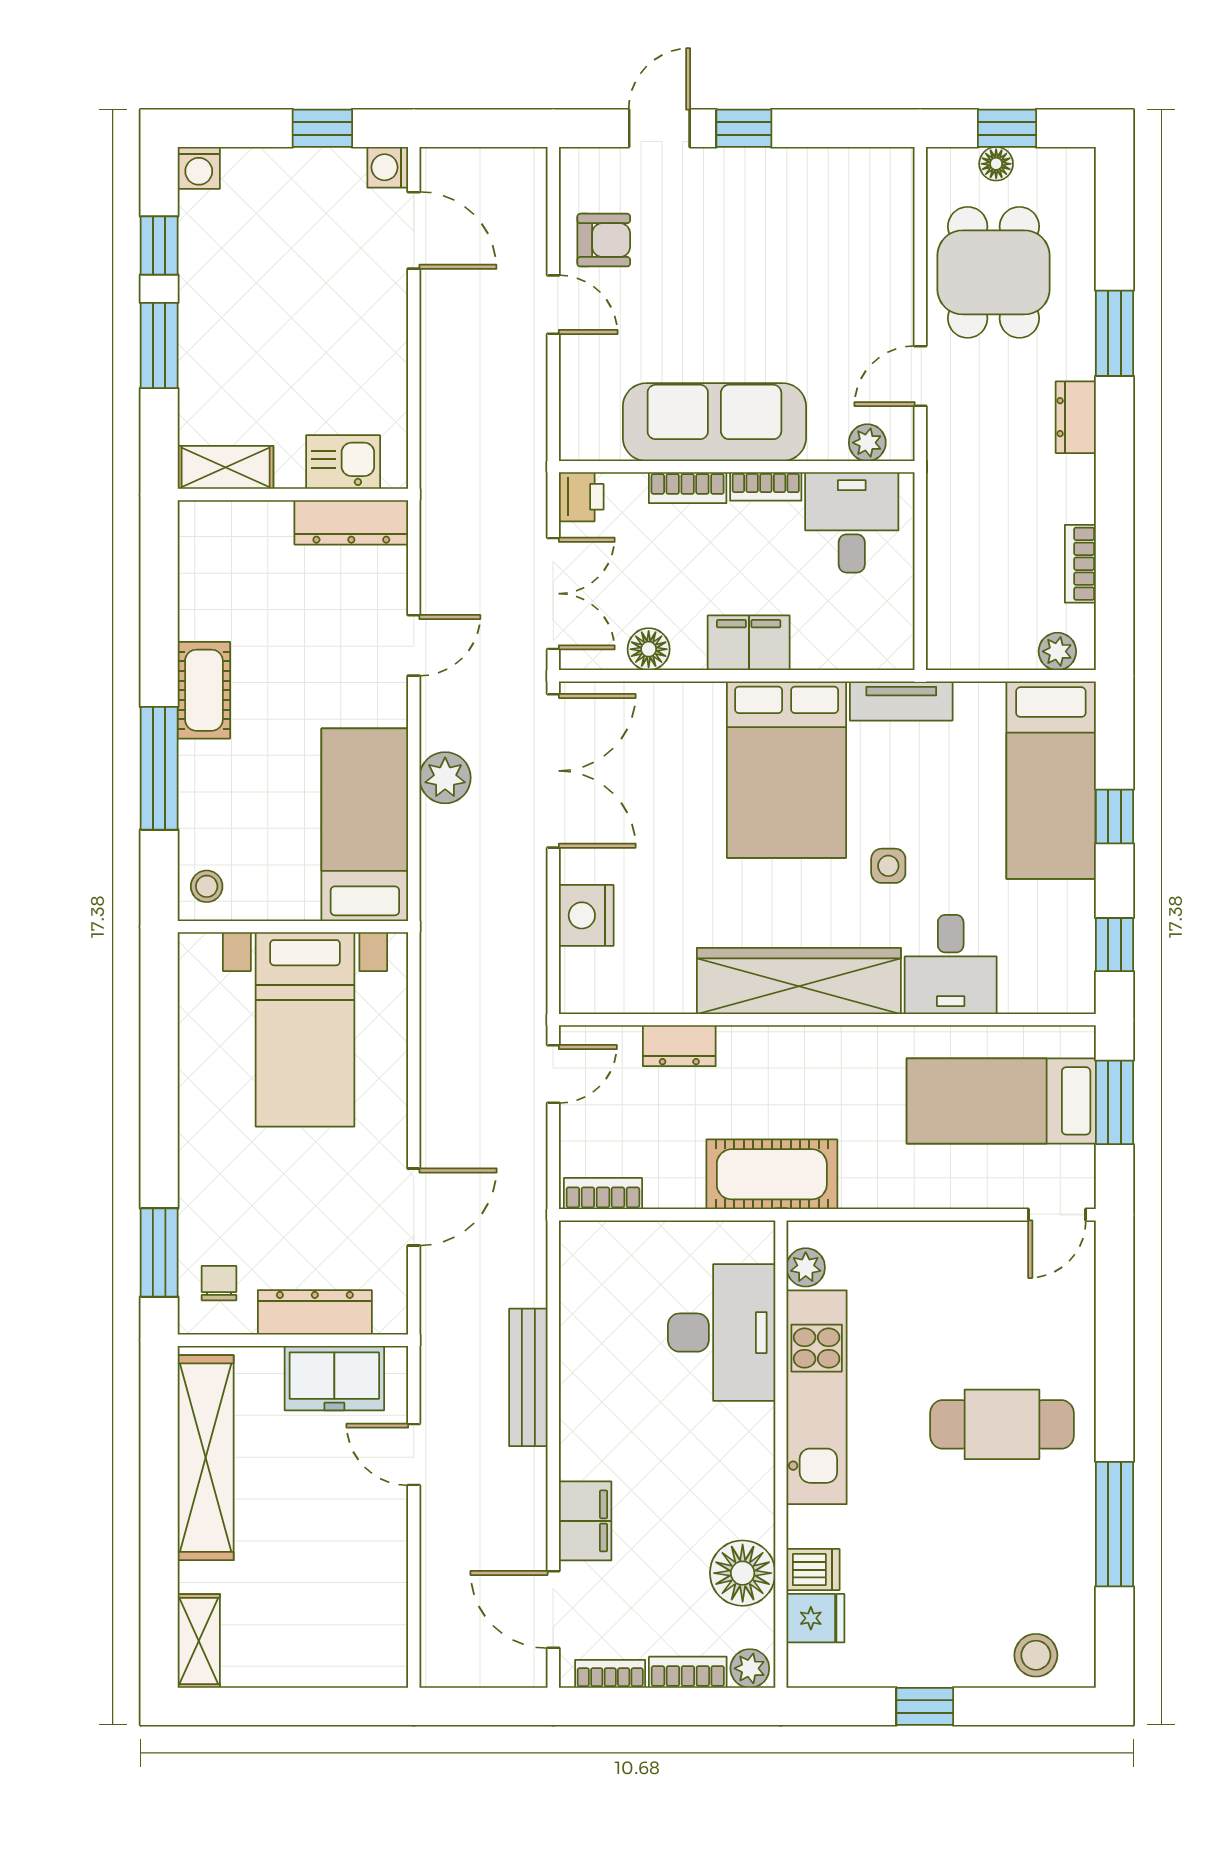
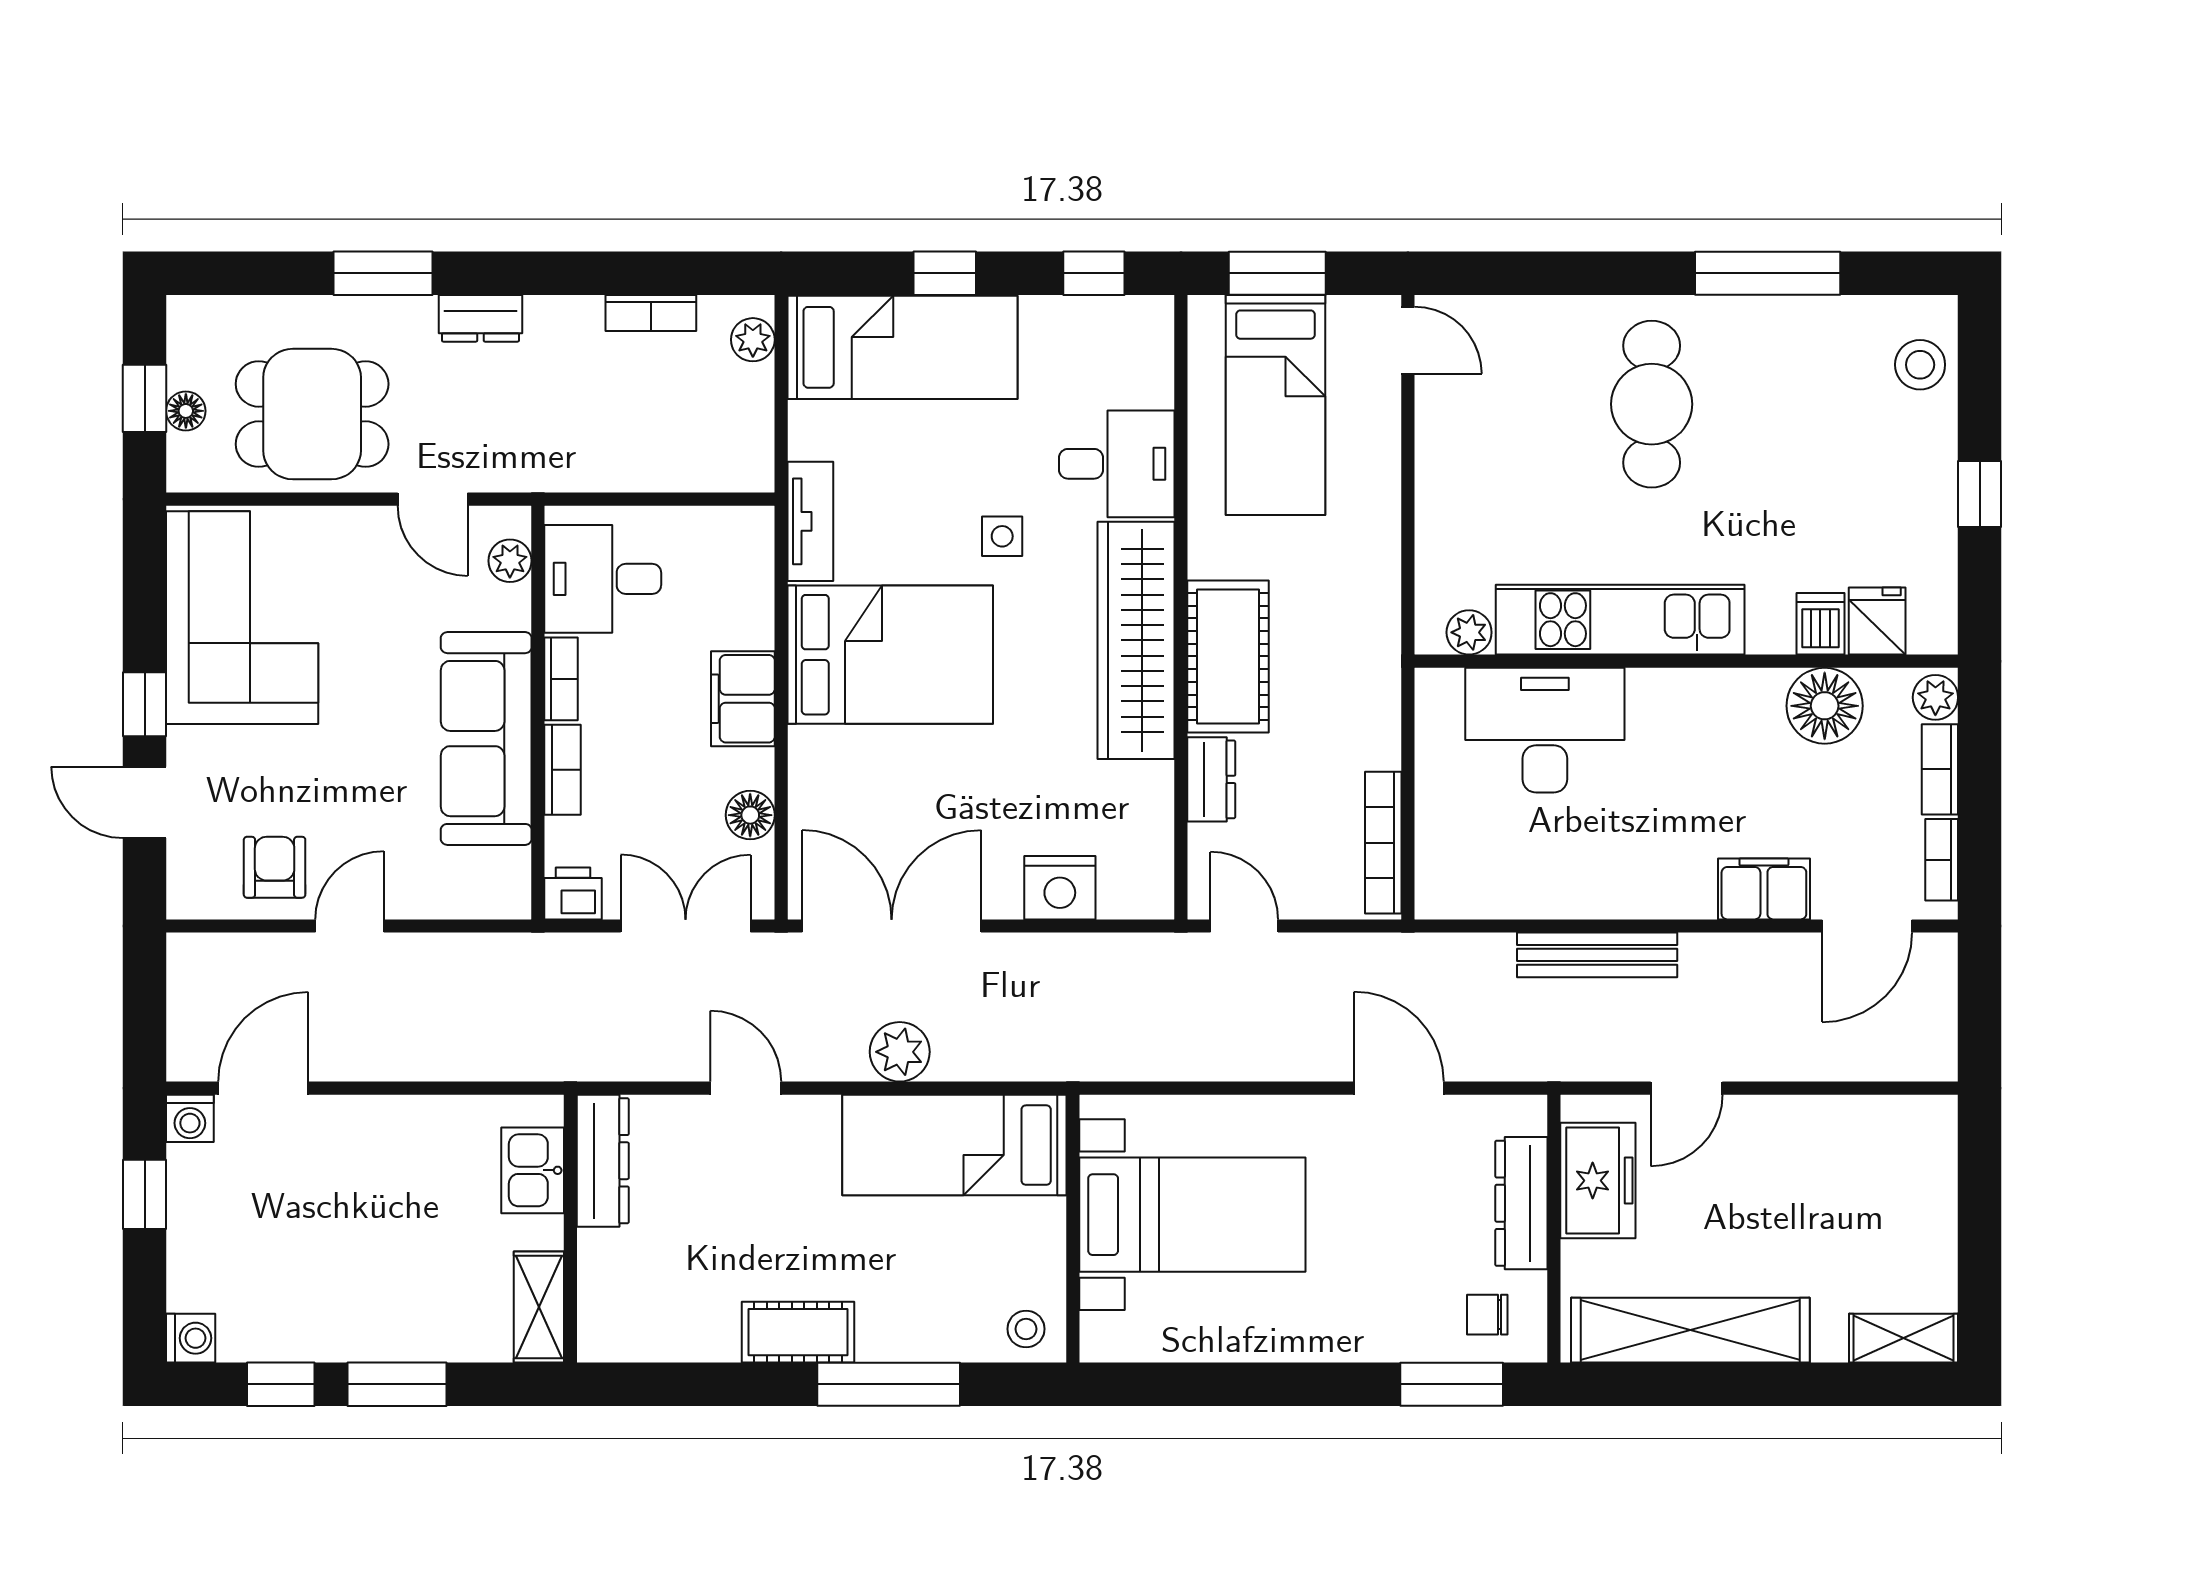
corner sofa: (818, 212) -> (242, 618), added
cot: (772, 1174) -> (1228, 656), moved
bookcase: (603, 1194) -> (1383, 843), width x1.56

